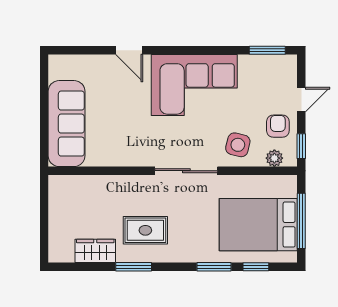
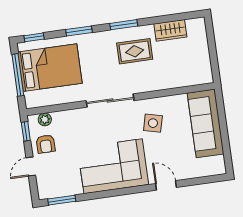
side table: (238, 145) -> (153, 123), moved
window: (134, 267) -> (124, 25), moved
window: (256, 267) -> (34, 37), moved

